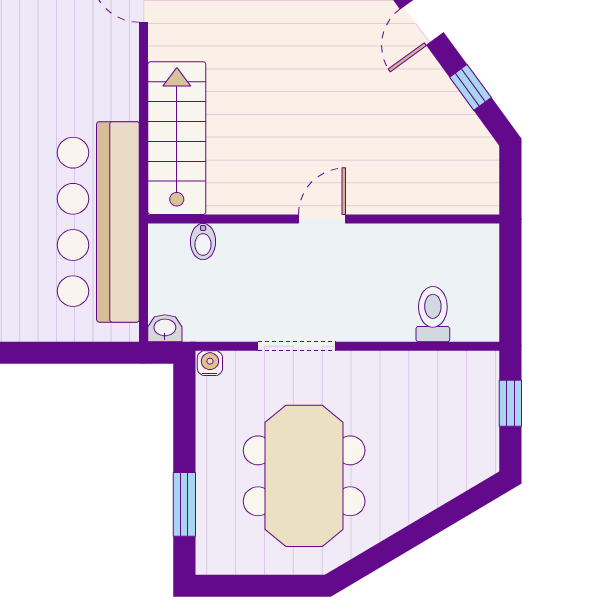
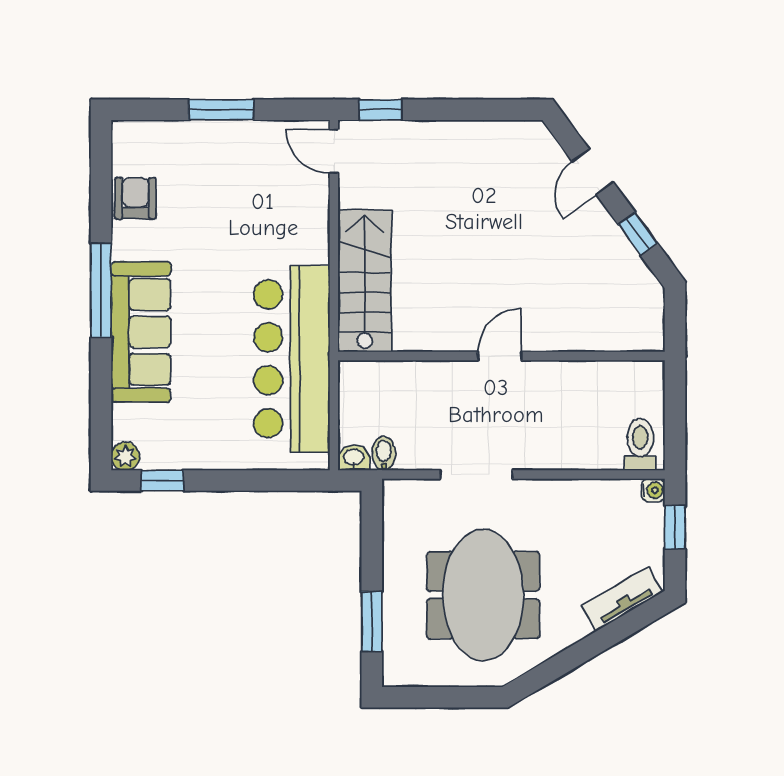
bidet: (203, 242) -> (384, 453), moved, turned 180
toilet: (433, 314) -> (640, 445), moved
water cooler: (210, 363) -> (653, 490), moved, turned 90
tv unit: (454, 480) -> (622, 599), added

